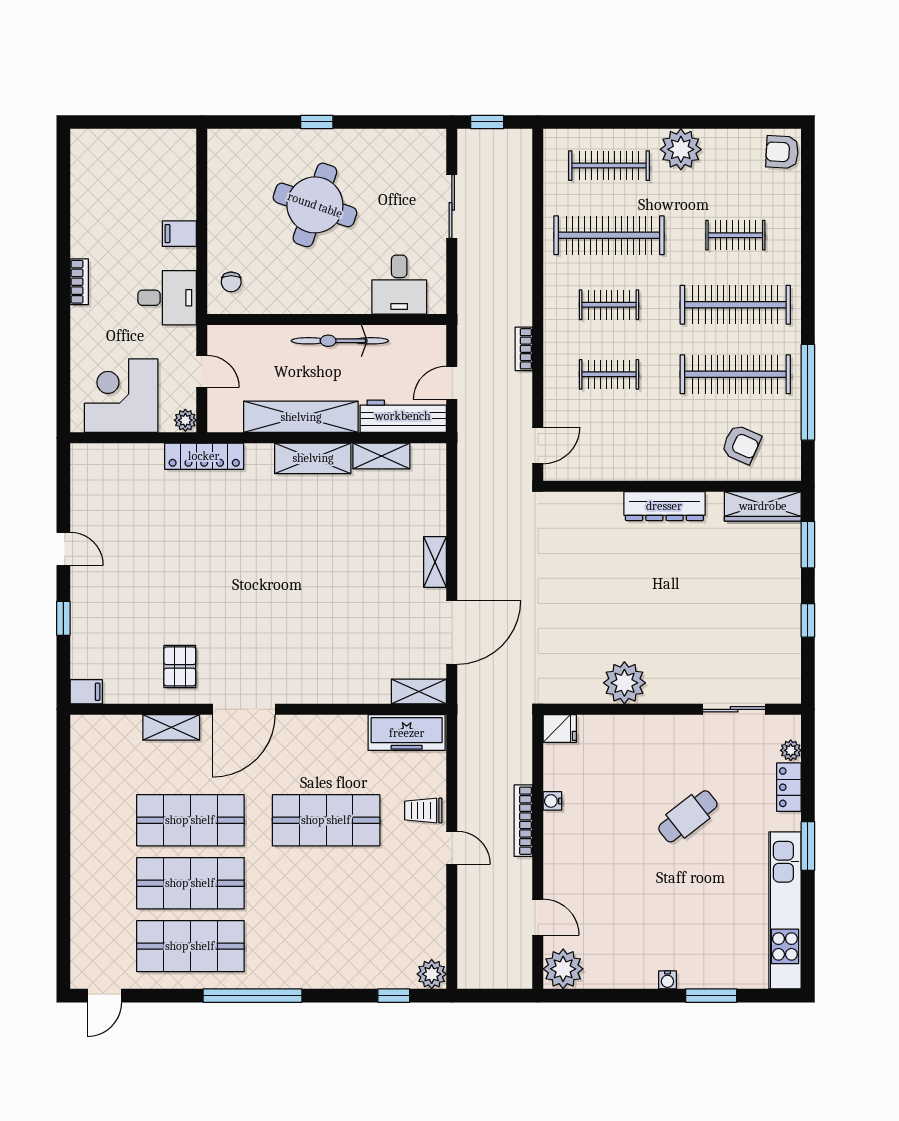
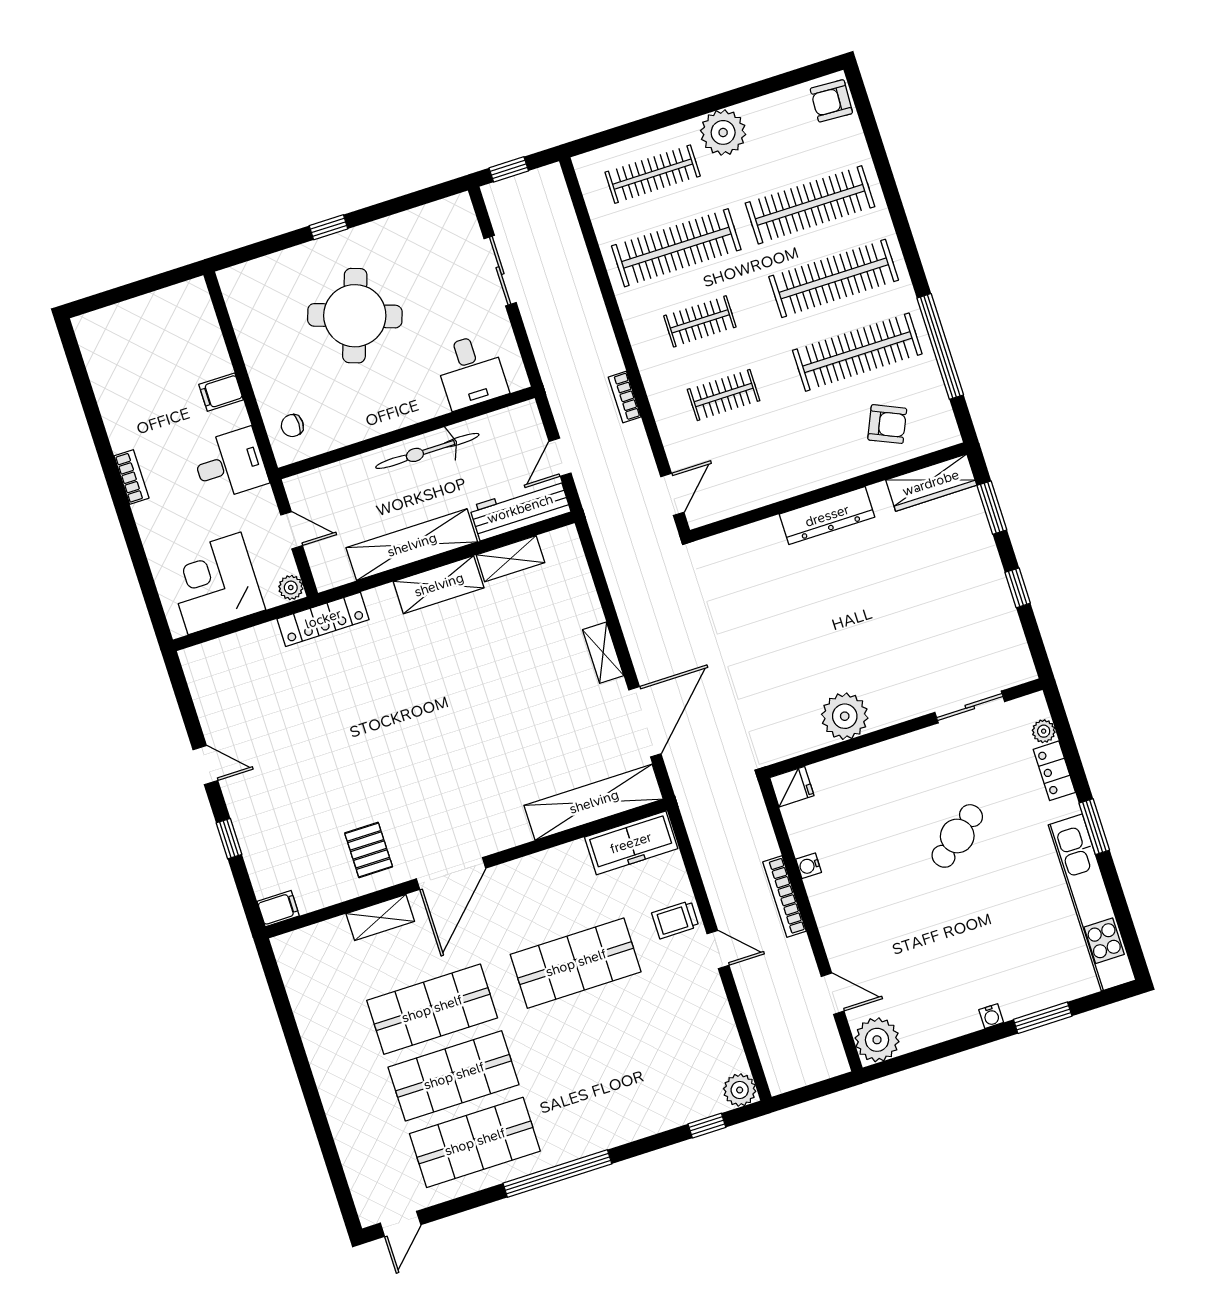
clothes rail: (735, 235) -> (810, 205), width x1.86, depth x1.31
chair: (231, 282) -> (292, 426), turned 90
shelving: (419, 692) -> (594, 802), width x2.20, depth x1.33

